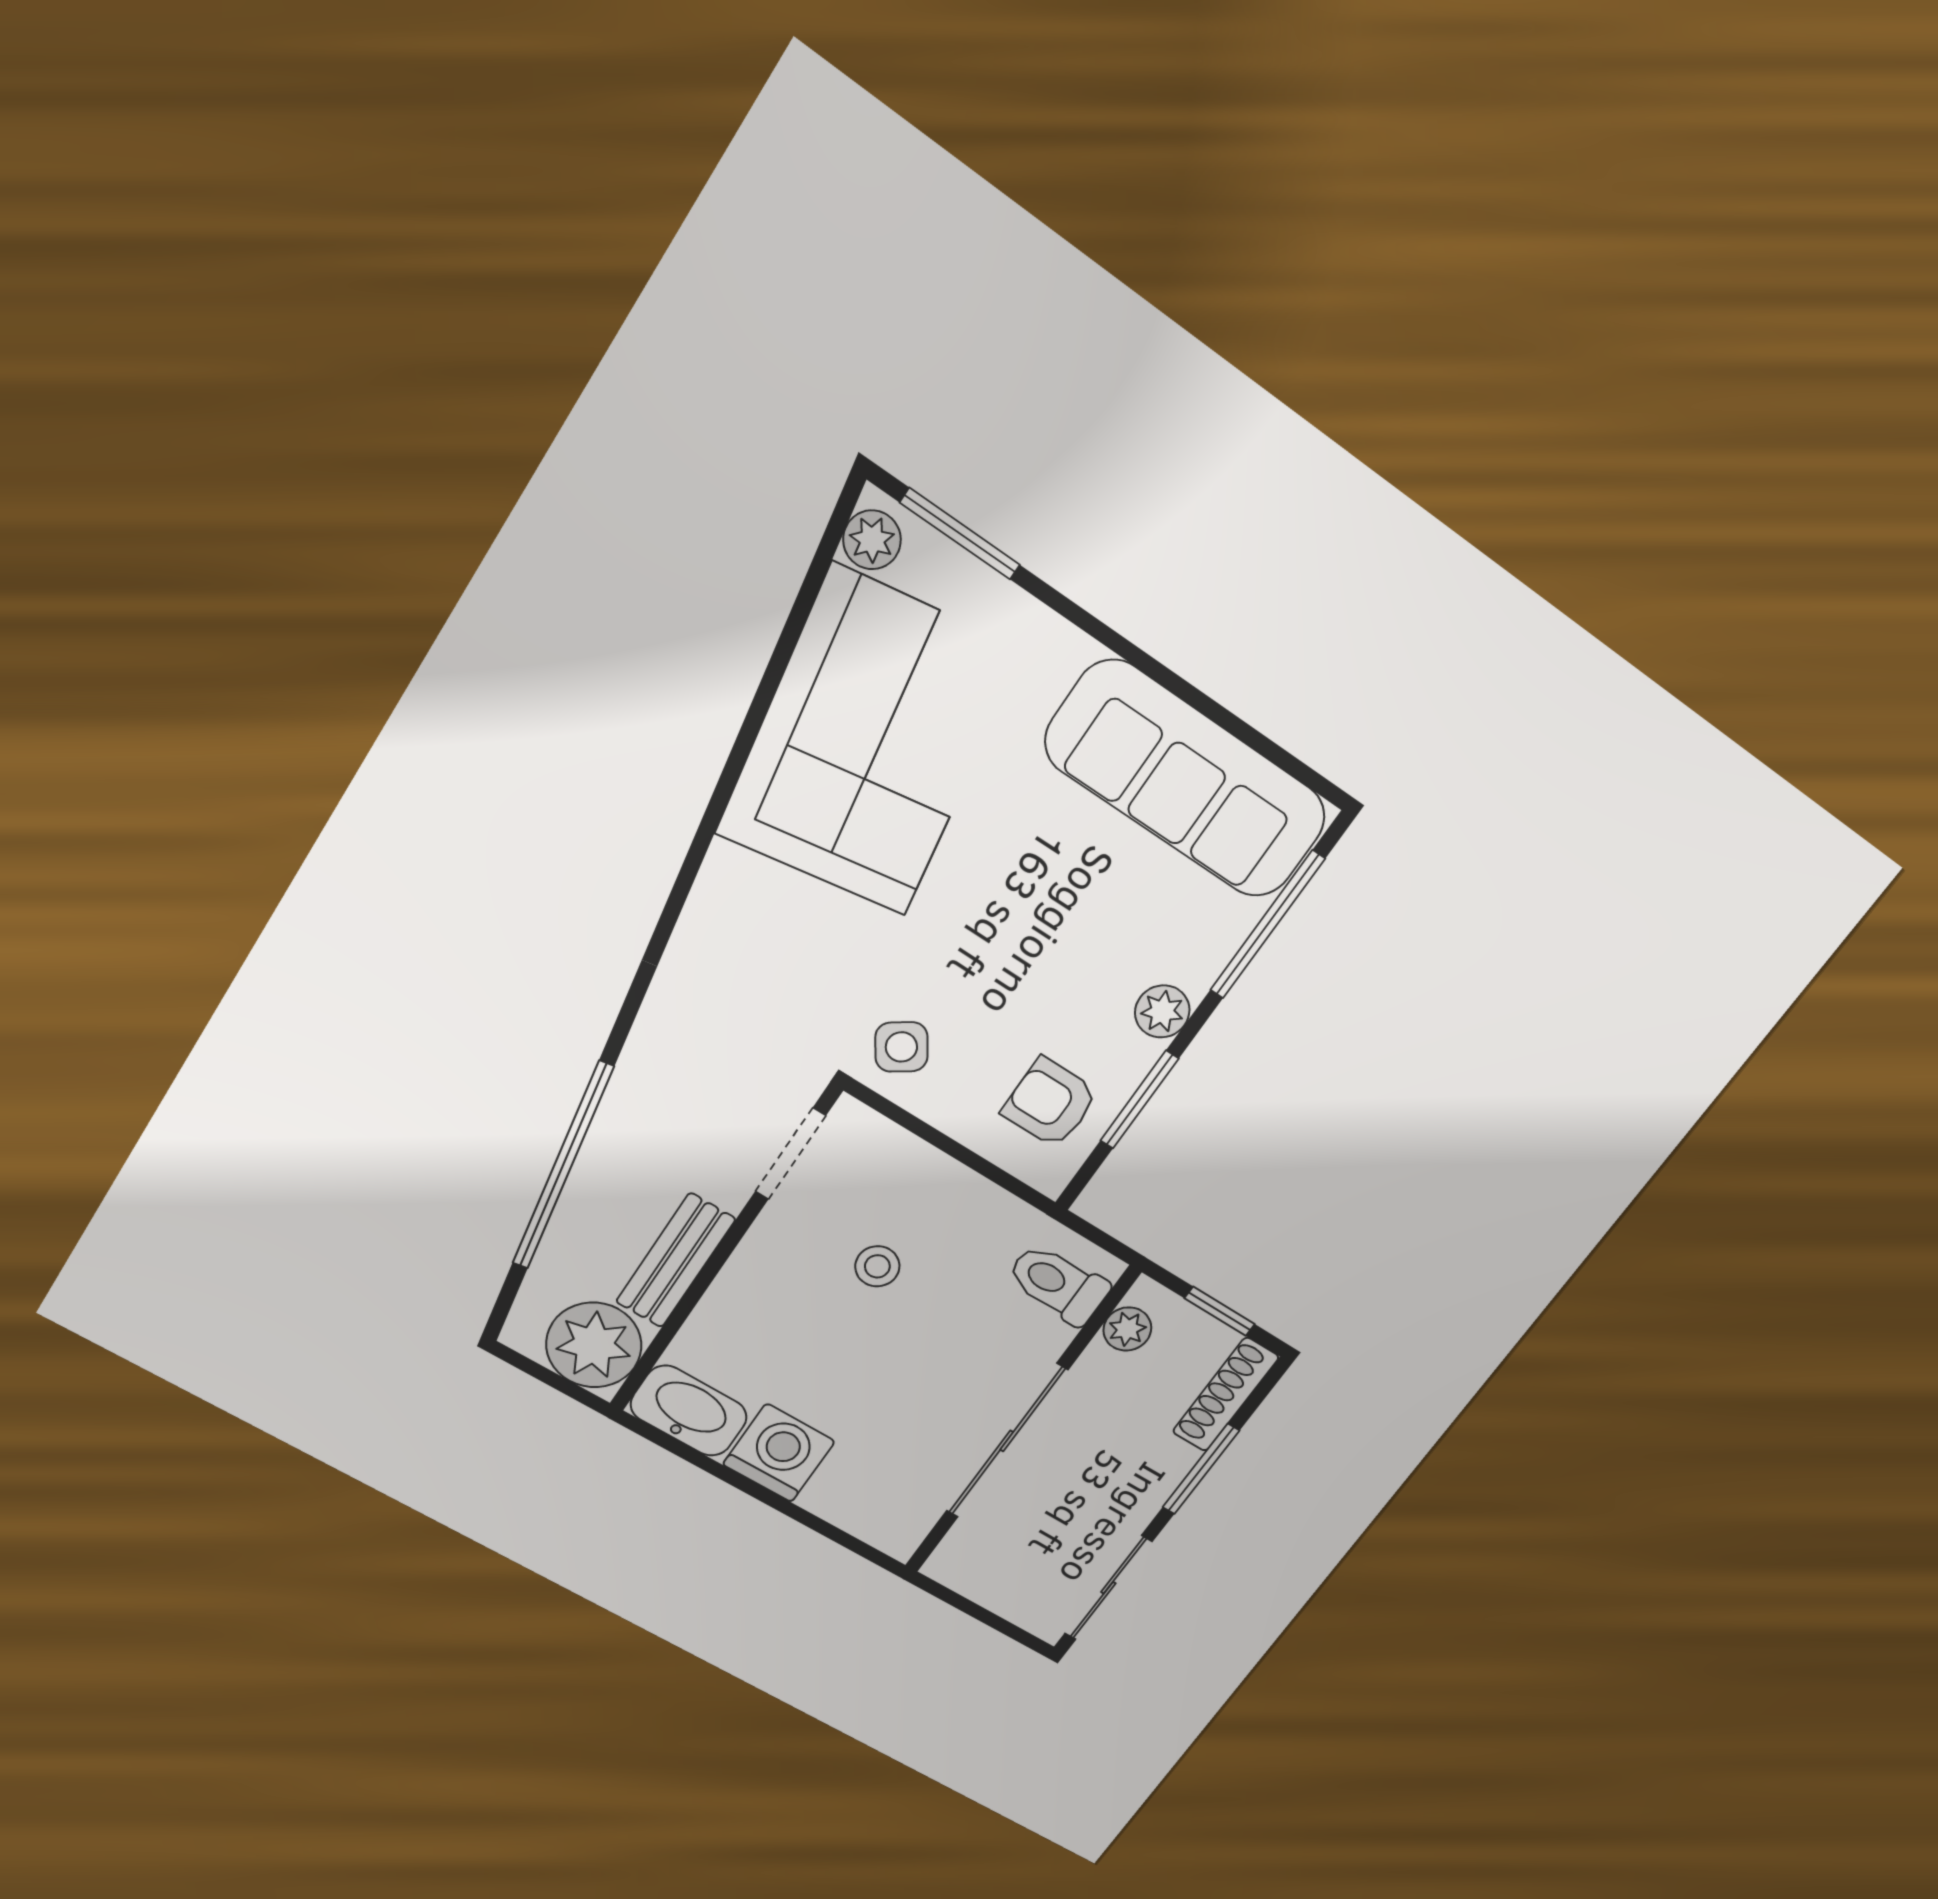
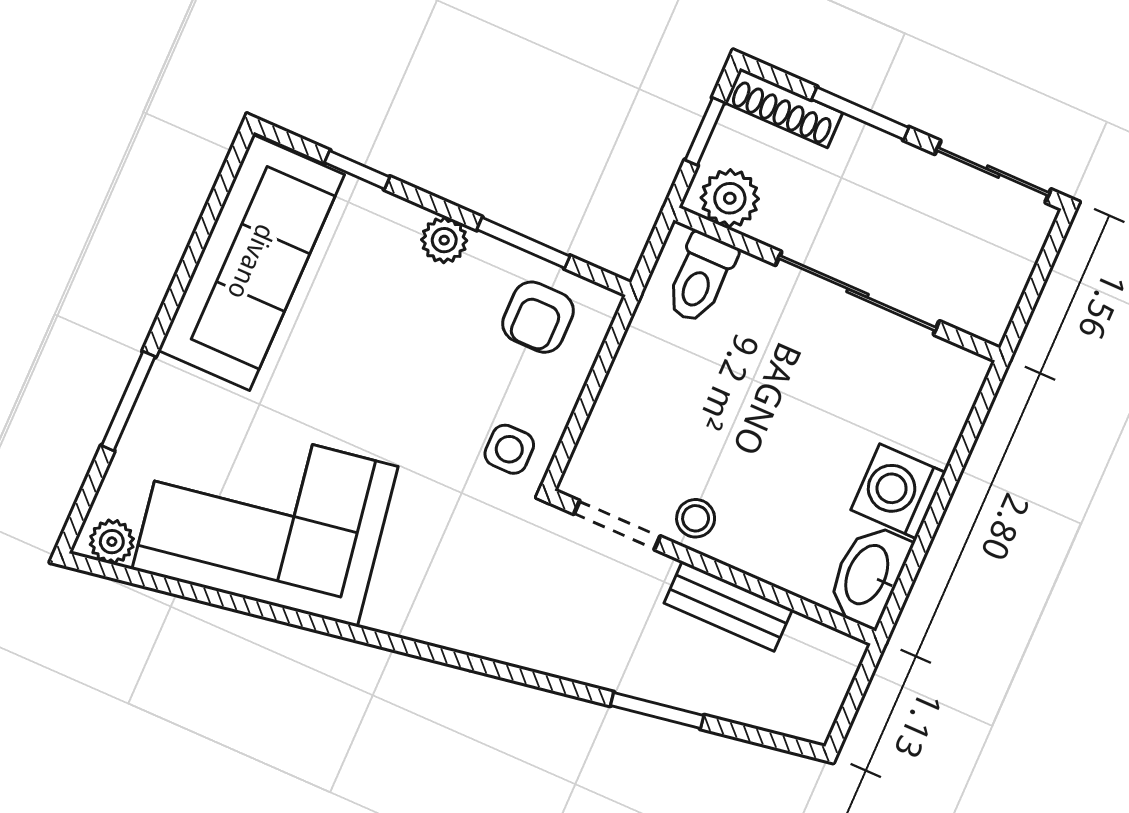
window: (960, 534) -> (128, 401), moved
window: (1267, 925) -> (357, 170), width x0.46
side table: (901, 1047) -> (509, 449), turned 34
window: (563, 1166) -> (657, 710), width x0.47
stool: (877, 1266) -> (696, 518), moved
plant: (1127, 1329) -> (730, 198), width x1.38, depth x1.38
plant: (594, 1345) -> (817, 664), removed

